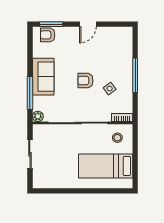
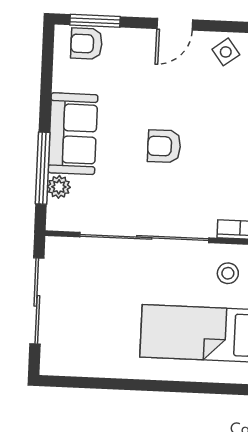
side table: (110, 89) -> (226, 52), moved
plant: (38, 116) -> (59, 187), moved
sliding door: (30, 154) -> (37, 301), width x1.37

